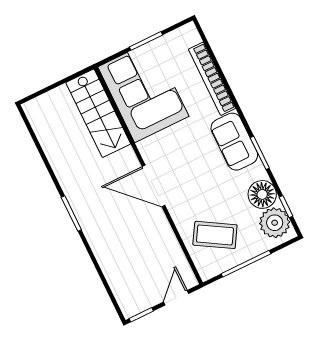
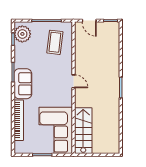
door: (154, 186) -> (73, 81), width x0.53
floor lamp: (262, 194) -> (22, 51), removed
coffee table: (215, 235) -> (55, 42), turned 66
door: (176, 298) -> (89, 21), hinge flipped

